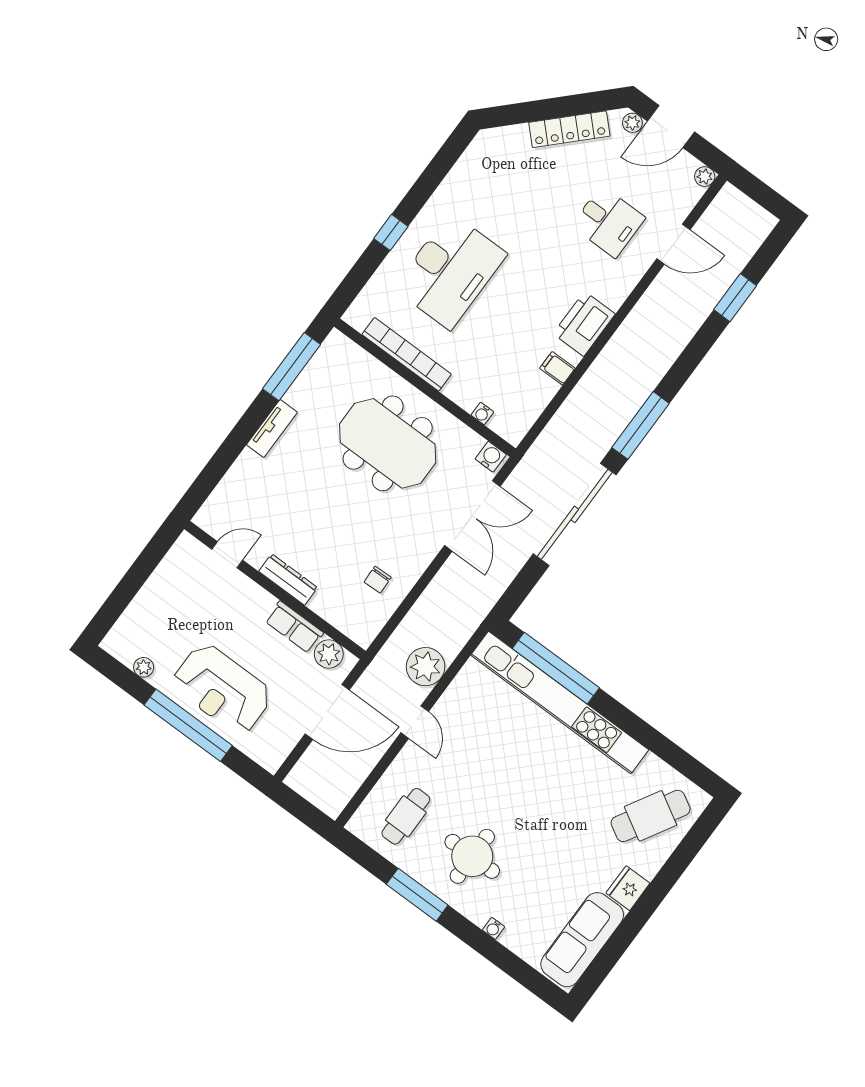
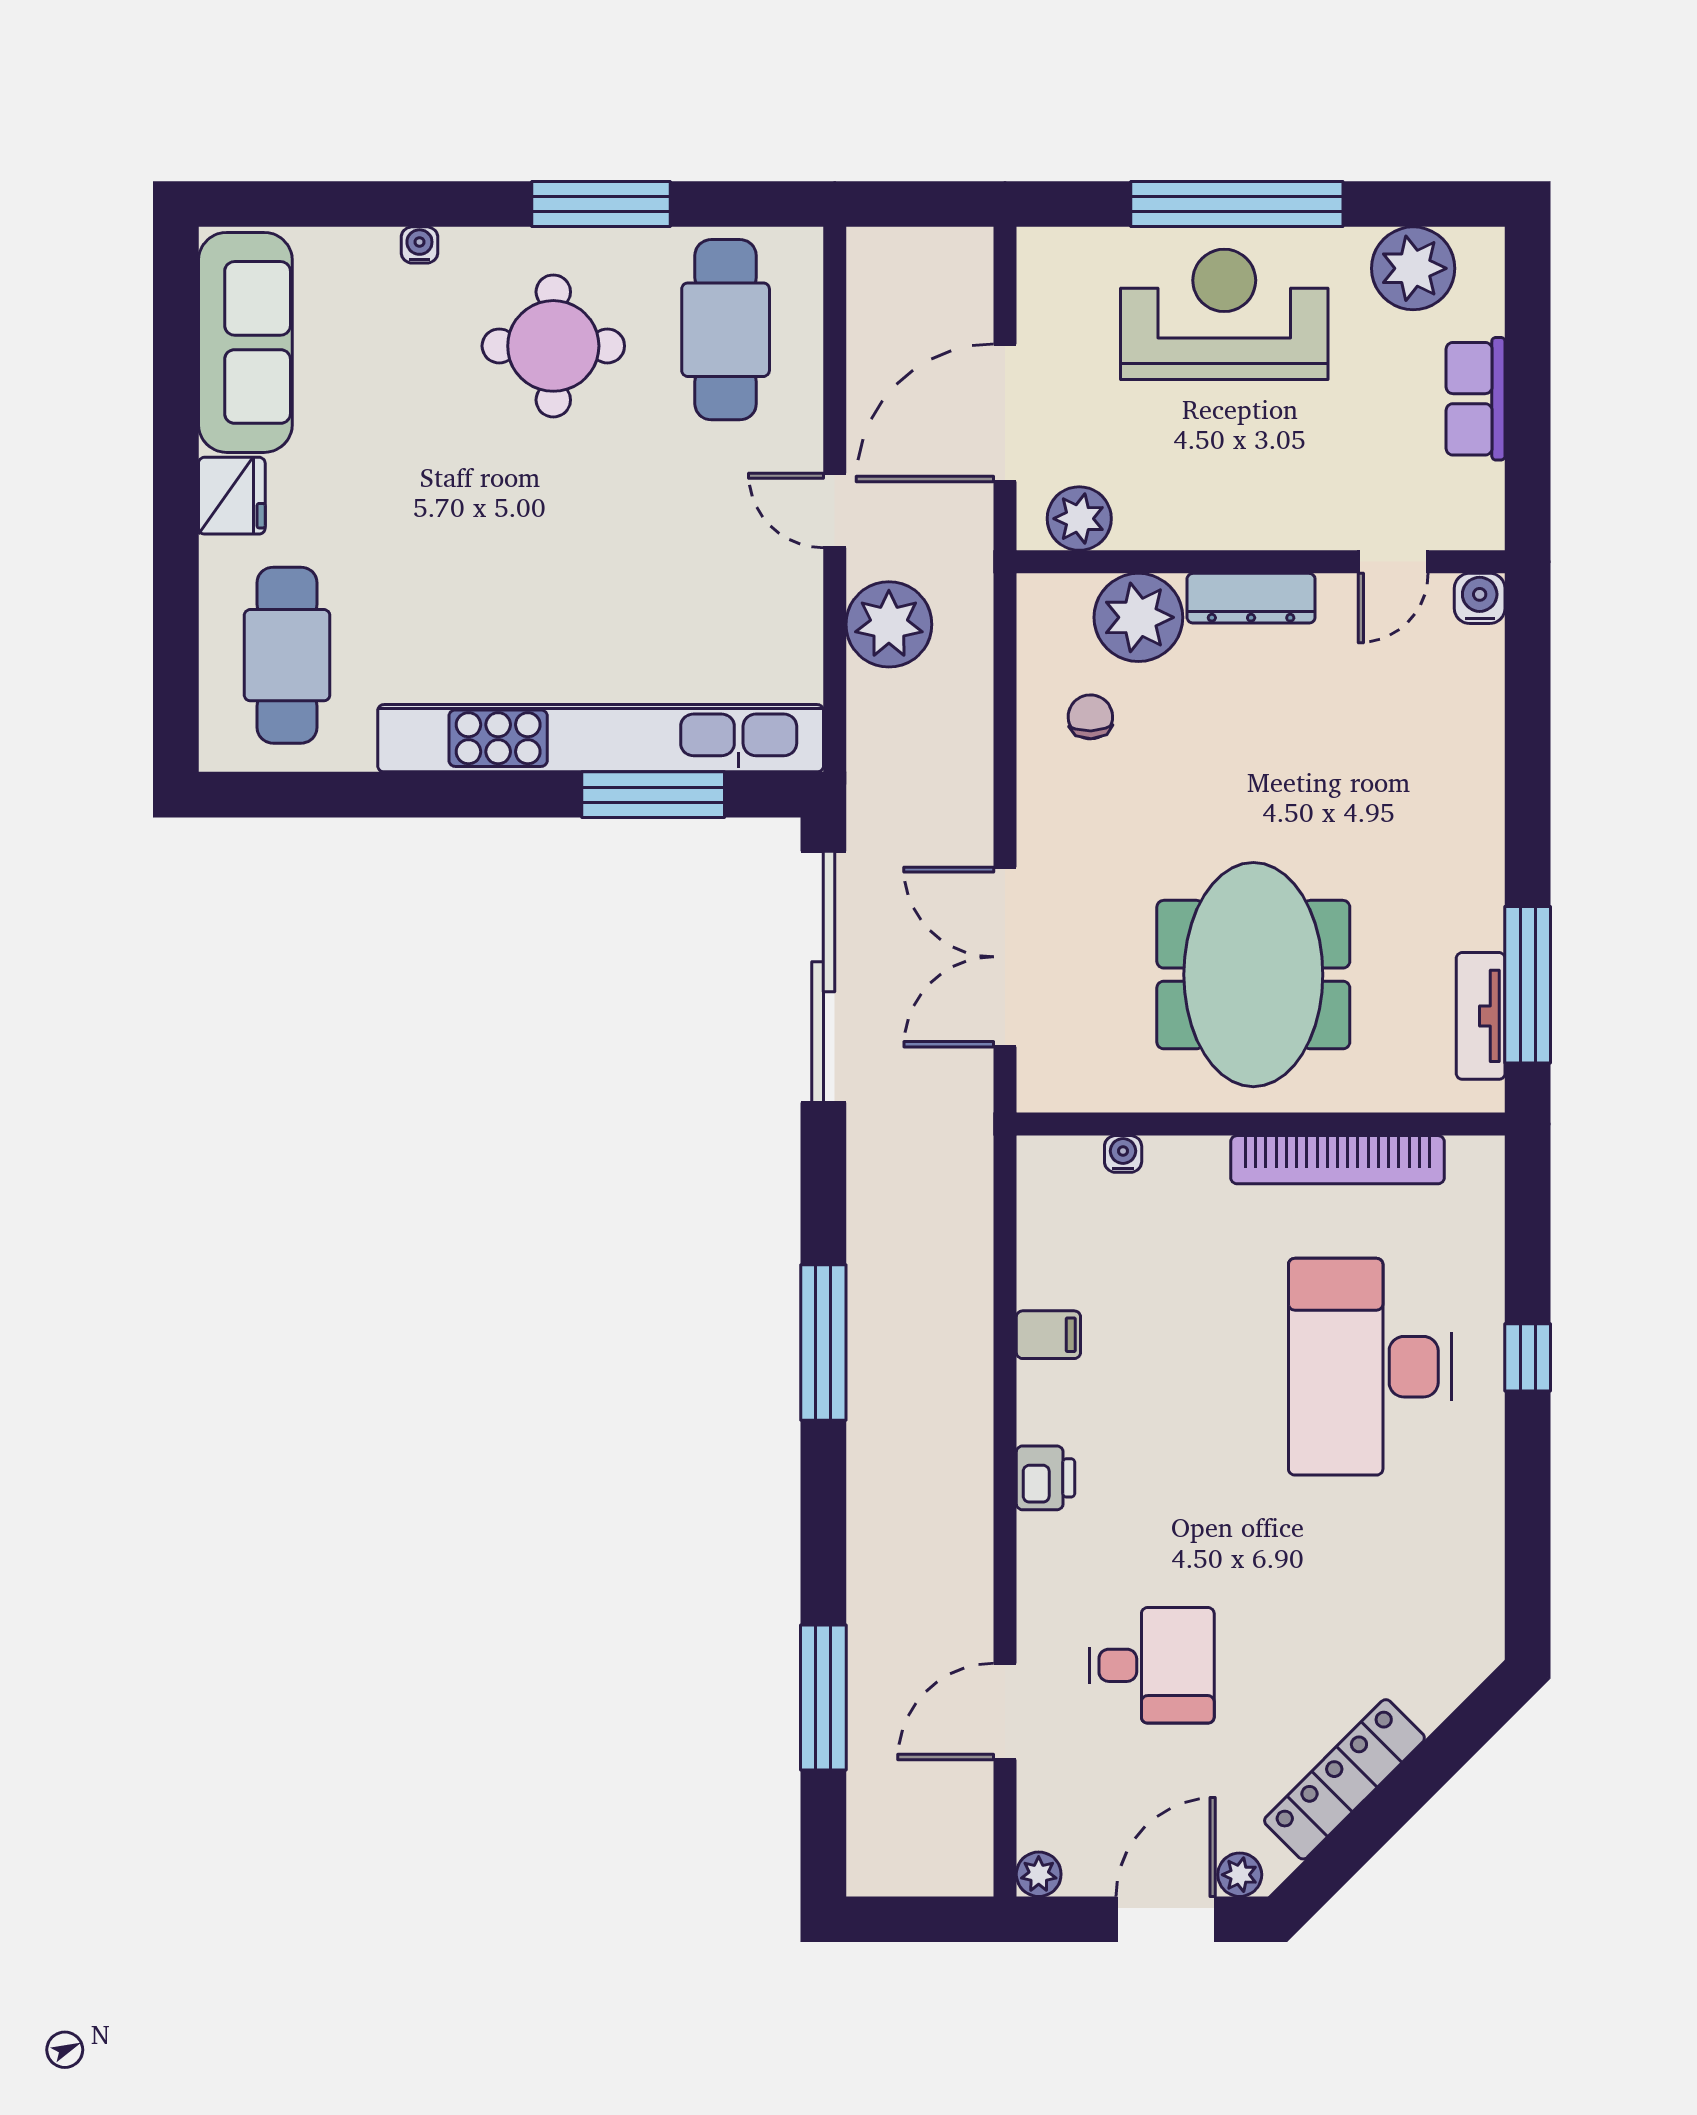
desk: (608, 222) -> (1152, 1665), turned 180
window: (735, 298) -> (823, 1698), width x1.44
printer: (584, 324) -> (1046, 1478), width x0.53, depth x0.68
tv unit: (272, 429) -> (1481, 1016), moved
meeting table: (388, 443) -> (1253, 975), turned 90
water cooler: (491, 457) -> (1480, 598), moved, turned 180
sliding door: (575, 514) -> (823, 977), moved
plant: (334, 603) -> (1138, 617), added
row of seats: (294, 627) -> (1476, 399), moved, turned -90
plant: (144, 667) -> (1413, 268), width x1.88, depth x1.88
window: (556, 668) -> (653, 795), width x0.68
cafe table: (406, 816) -> (726, 330), width x1.37, depth x1.35
cafe table: (651, 816) -> (287, 655), turned -30

